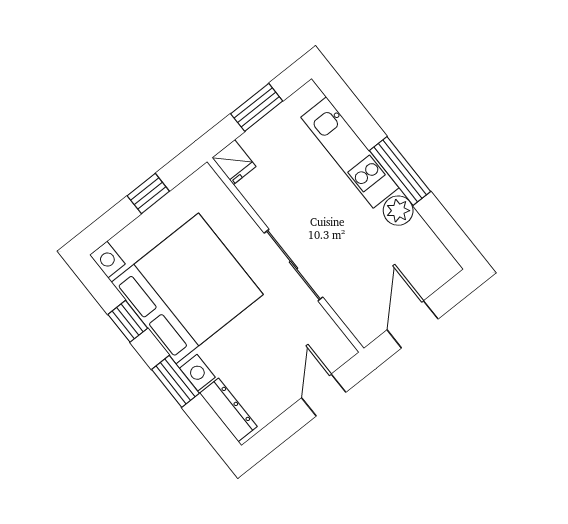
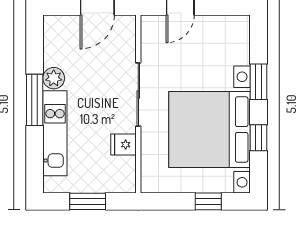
fridge: (234, 162) -> (124, 145), moved, turned -90
window: (148, 193) -> (208, 201), moved
dresser: (228, 410) -> (241, 41), removed

